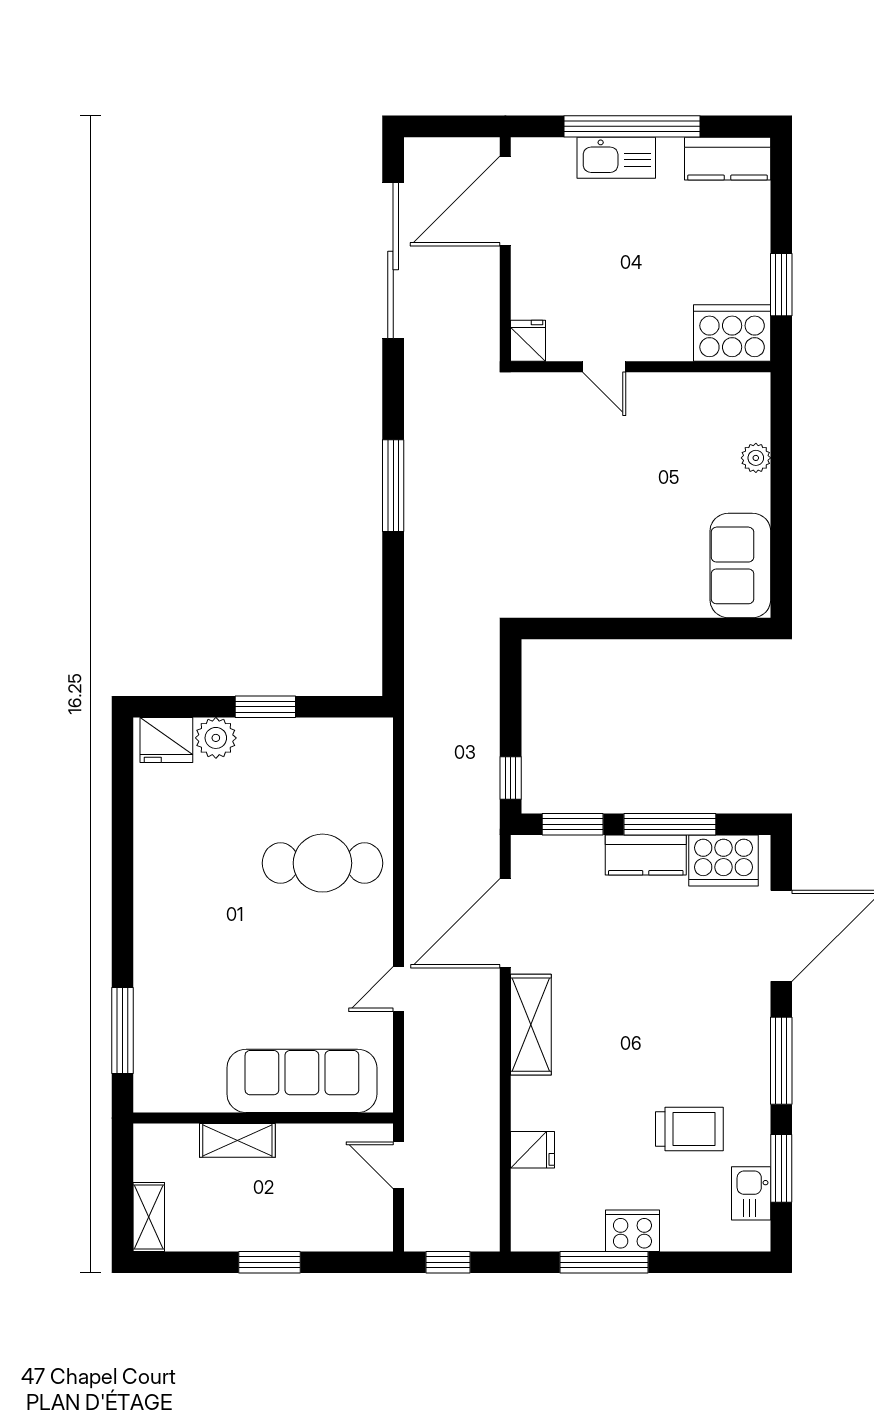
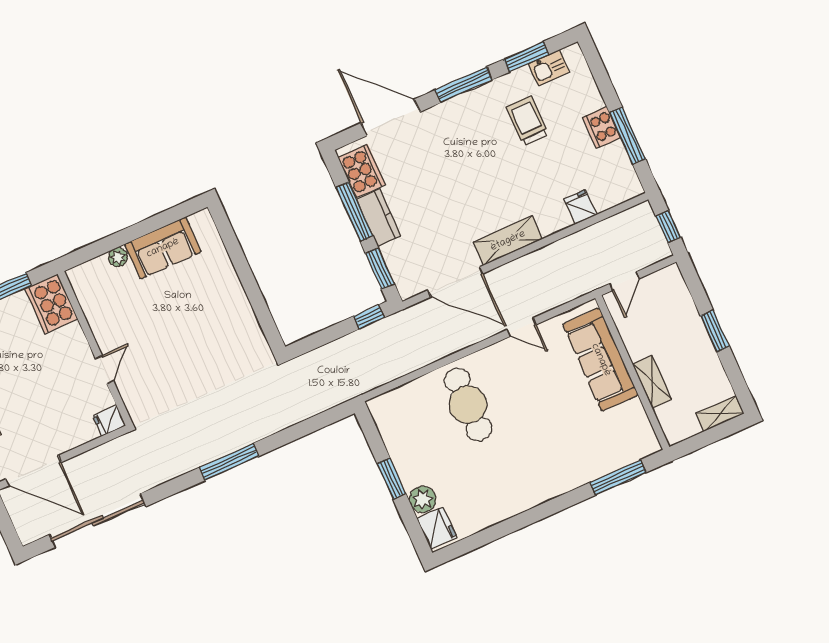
sofa: (740, 565) -> (163, 248), moved

